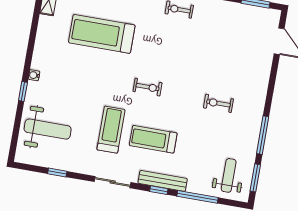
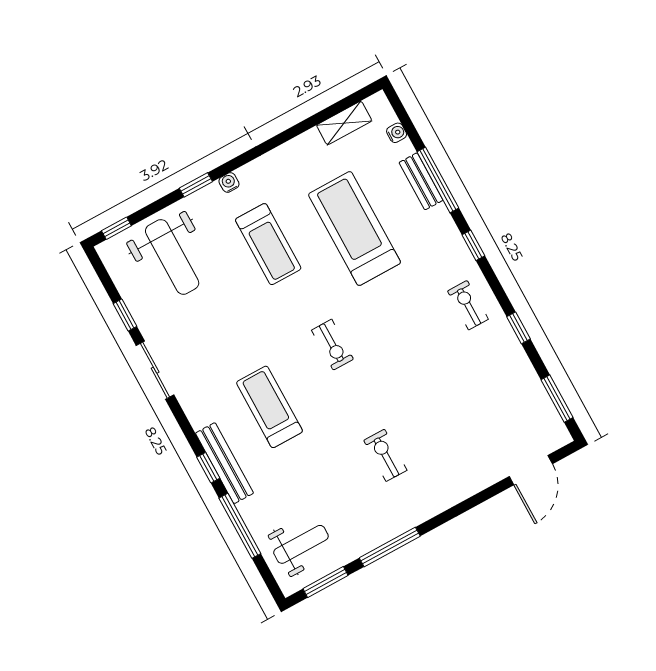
treadmill: (111, 130) -> (268, 244), moved, turned 90
window: (14, 144) -> (116, 228), added
sliding door: (113, 182) -> (155, 370), moved

